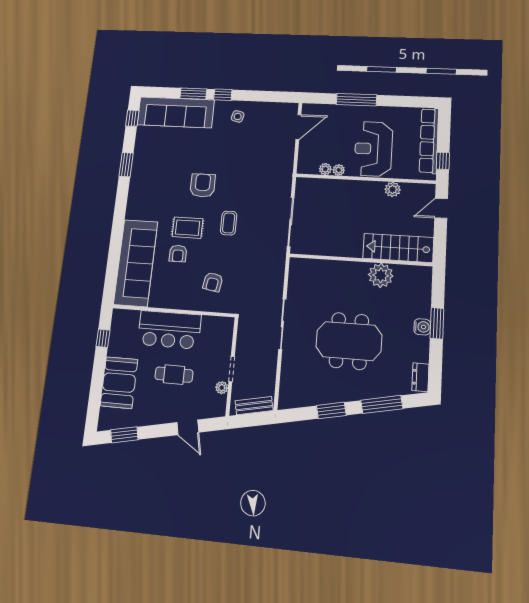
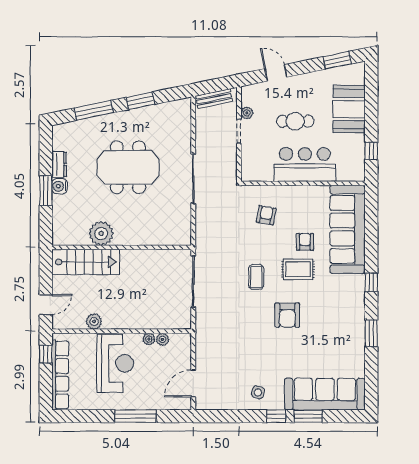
window: (132, 118) -> (371, 282), moved
dresser: (420, 377) -> (59, 164), moved

